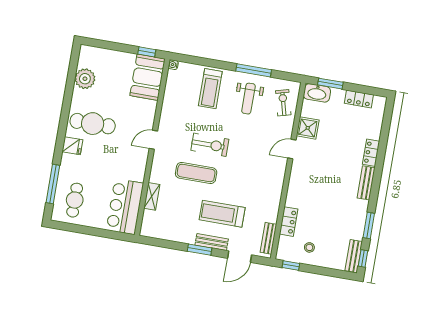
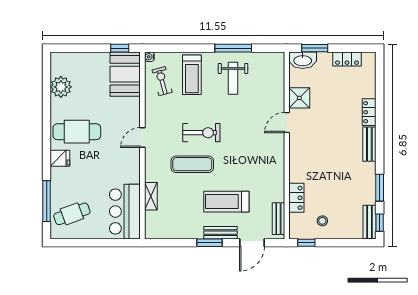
exercise bike: (283, 103) -> (162, 81), moved
cafe table: (75, 200) -> (72, 214), turned 70

